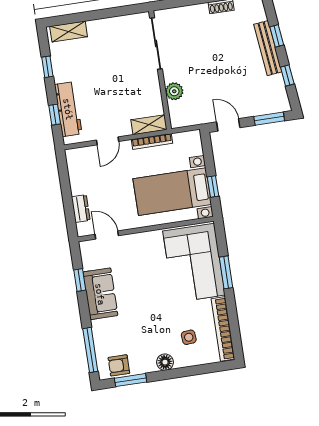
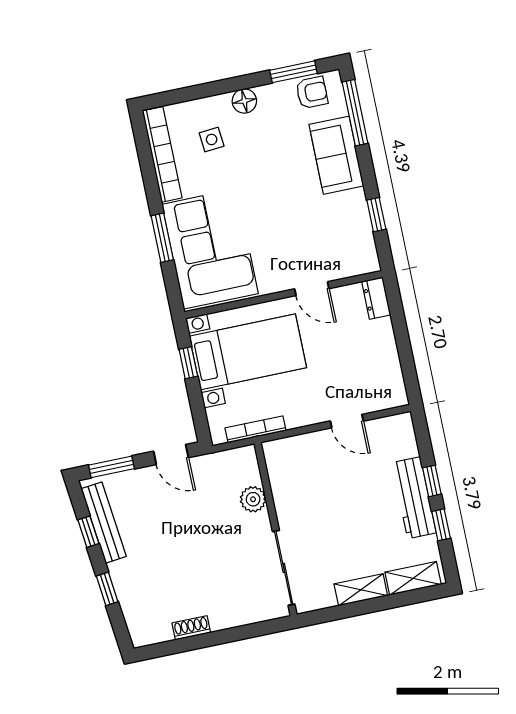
bench: (268, 48) -> (104, 523), moved
workbench: (68, 109) -> (414, 498), moved
window: (55, 115) -> (432, 481), moved
shelving: (149, 125) -> (361, 590), moved
door: (108, 141) -> (347, 421), swing flipped
bookcase: (152, 141) -> (255, 429), moved
dresser: (81, 209) -> (376, 298), moved
door: (107, 235) -> (312, 289), moved
sofa: (100, 294) -> (336, 155), moved

